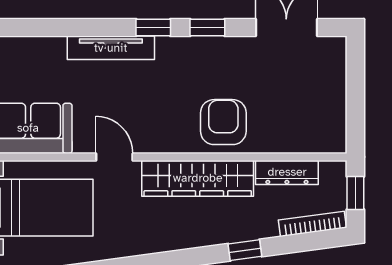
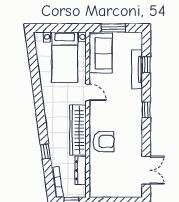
window: (207, 28) -> (146, 65), moved
tv unit: (111, 48) -> (137, 70), moved
door: (114, 157) -> (88, 92), hinge flipped

